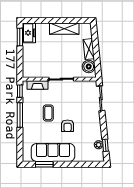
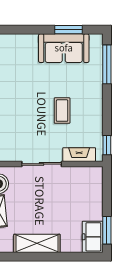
window: (20, 115) -> (107, 64), moved
armchair: (68, 126) -> (32, 91), removed
sofa: (53, 153) -> (64, 48), width x0.73

